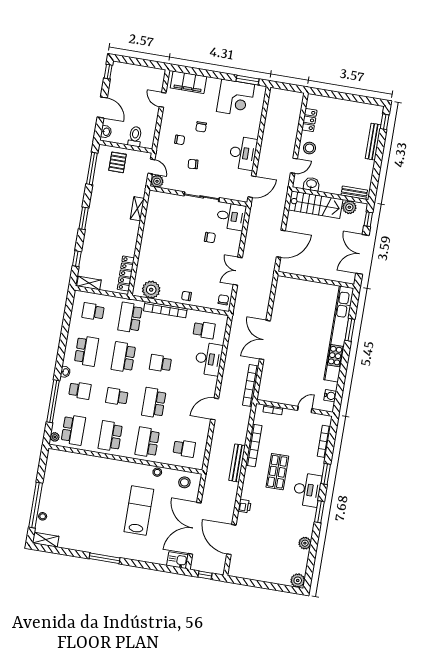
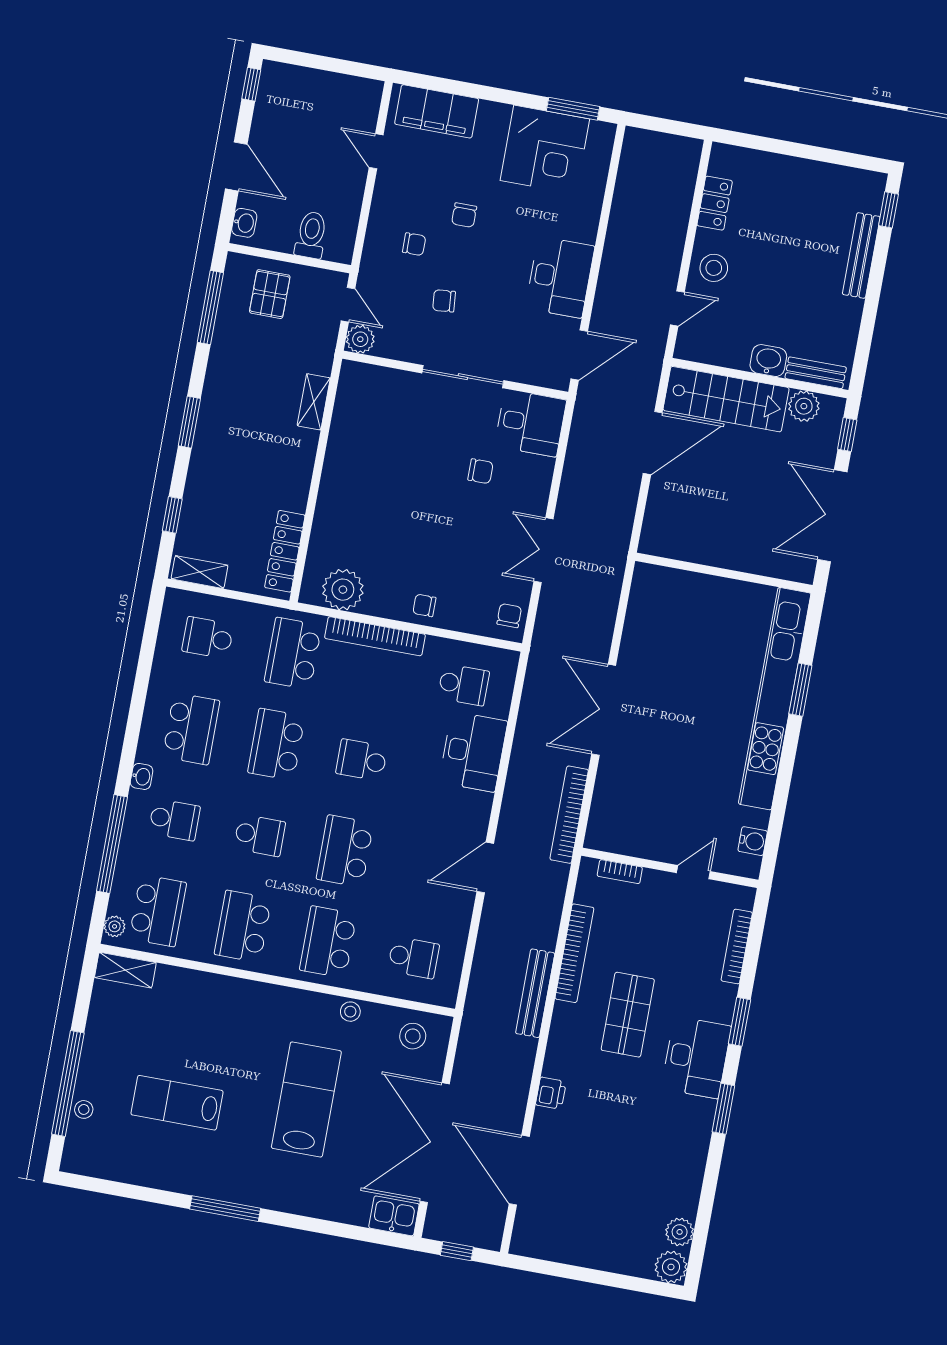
washbasin: (311, 184) -> (768, 361), moved
door: (281, 244) -> (653, 443), moved
school desk: (117, 397) -> (260, 835), turned 180
lab bench: (83, 513) -> (177, 1103), added
shelving: (46, 540) -> (125, 970), moved
plant: (305, 543) -> (680, 1232), moved

